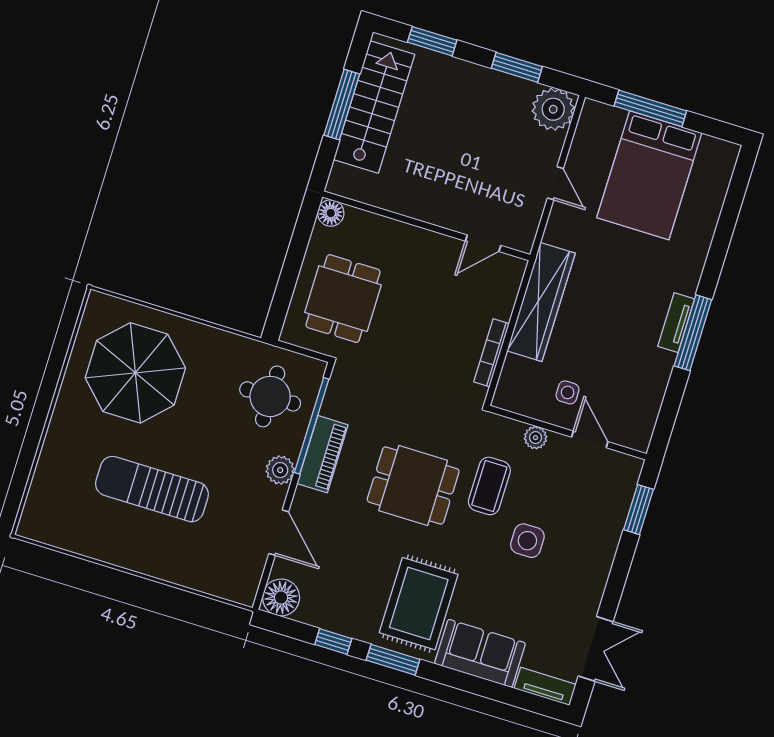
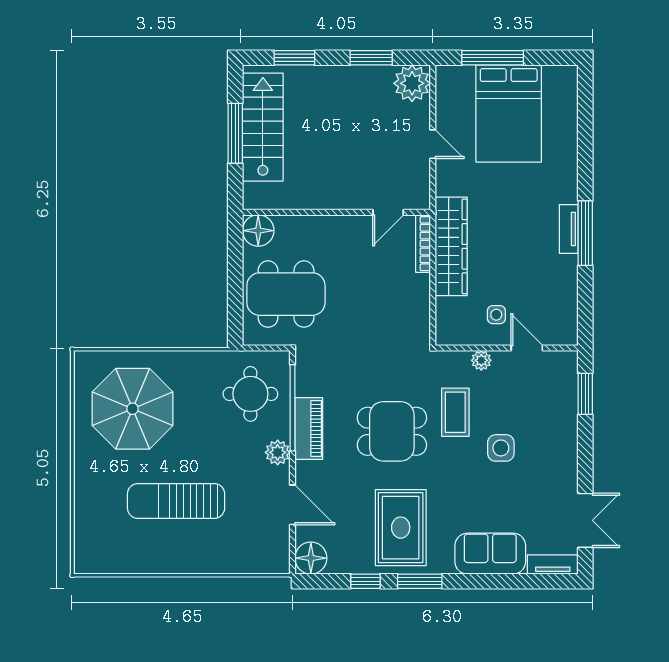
floor lamp: (331, 213) -> (258, 231), width x1.38, depth x1.38
dining table: (343, 299) -> (286, 294), width x1.38
bookcase: (492, 353) -> (423, 244), moved
rug: (419, 604) -> (401, 528), moved

